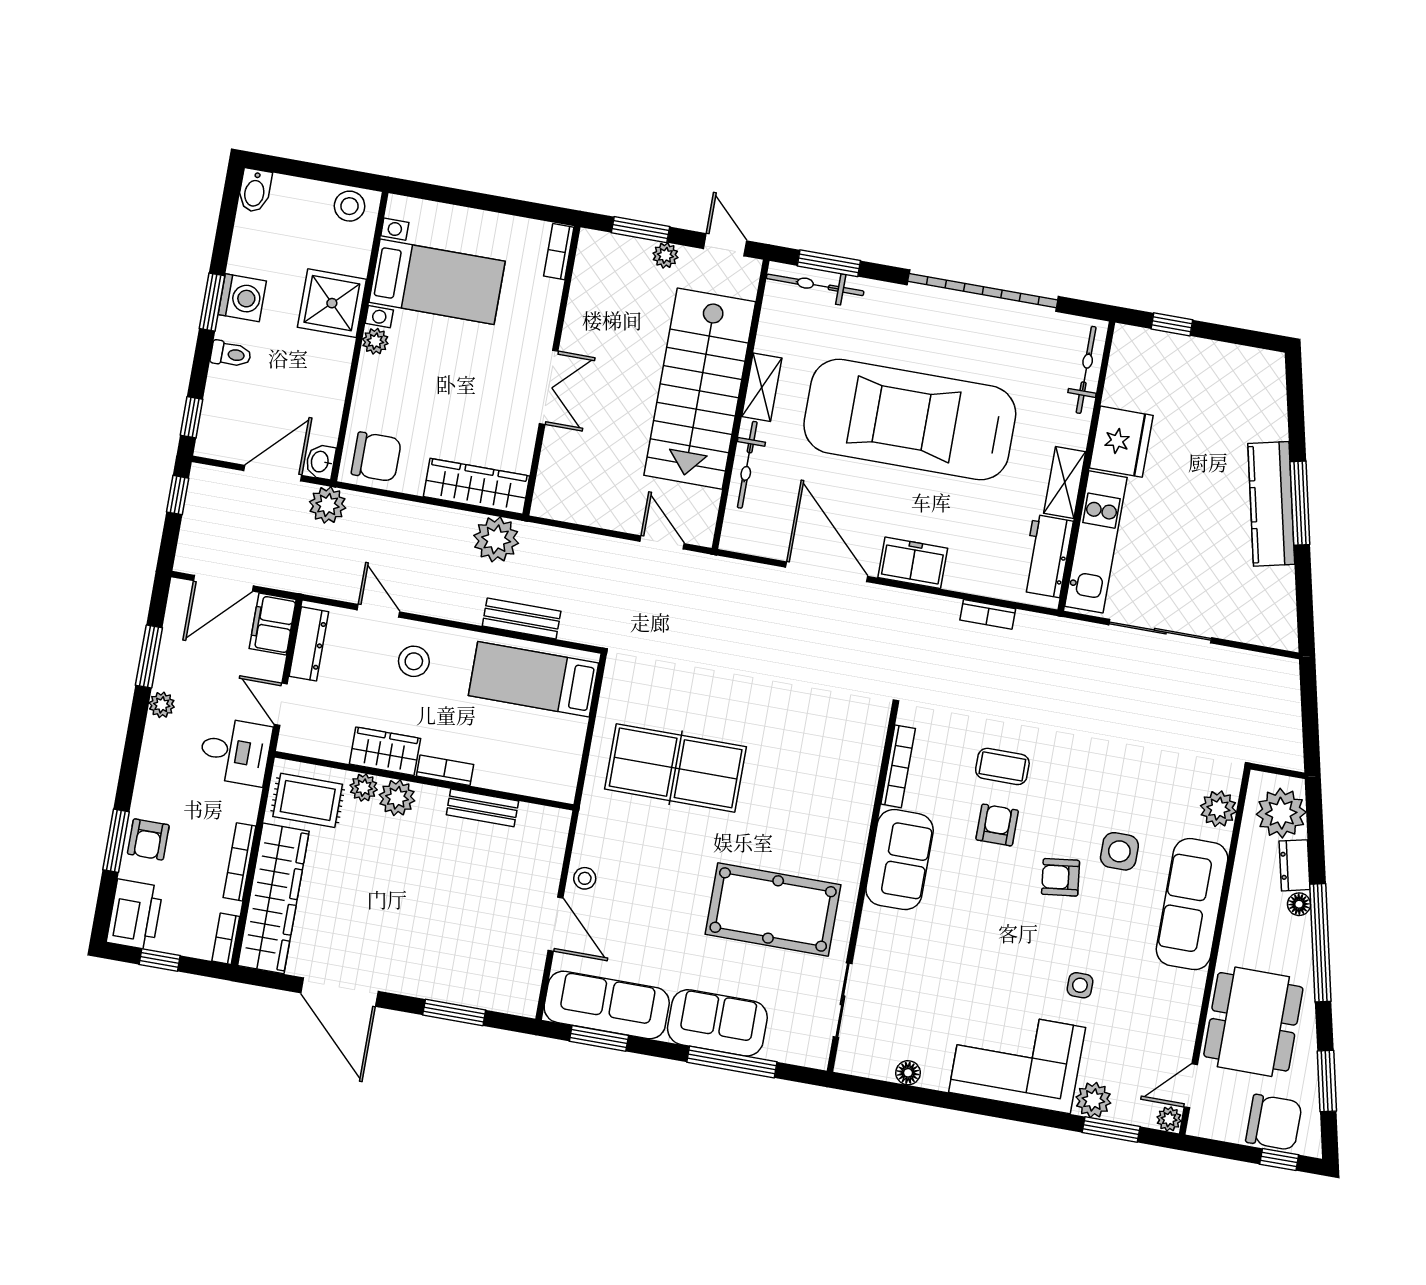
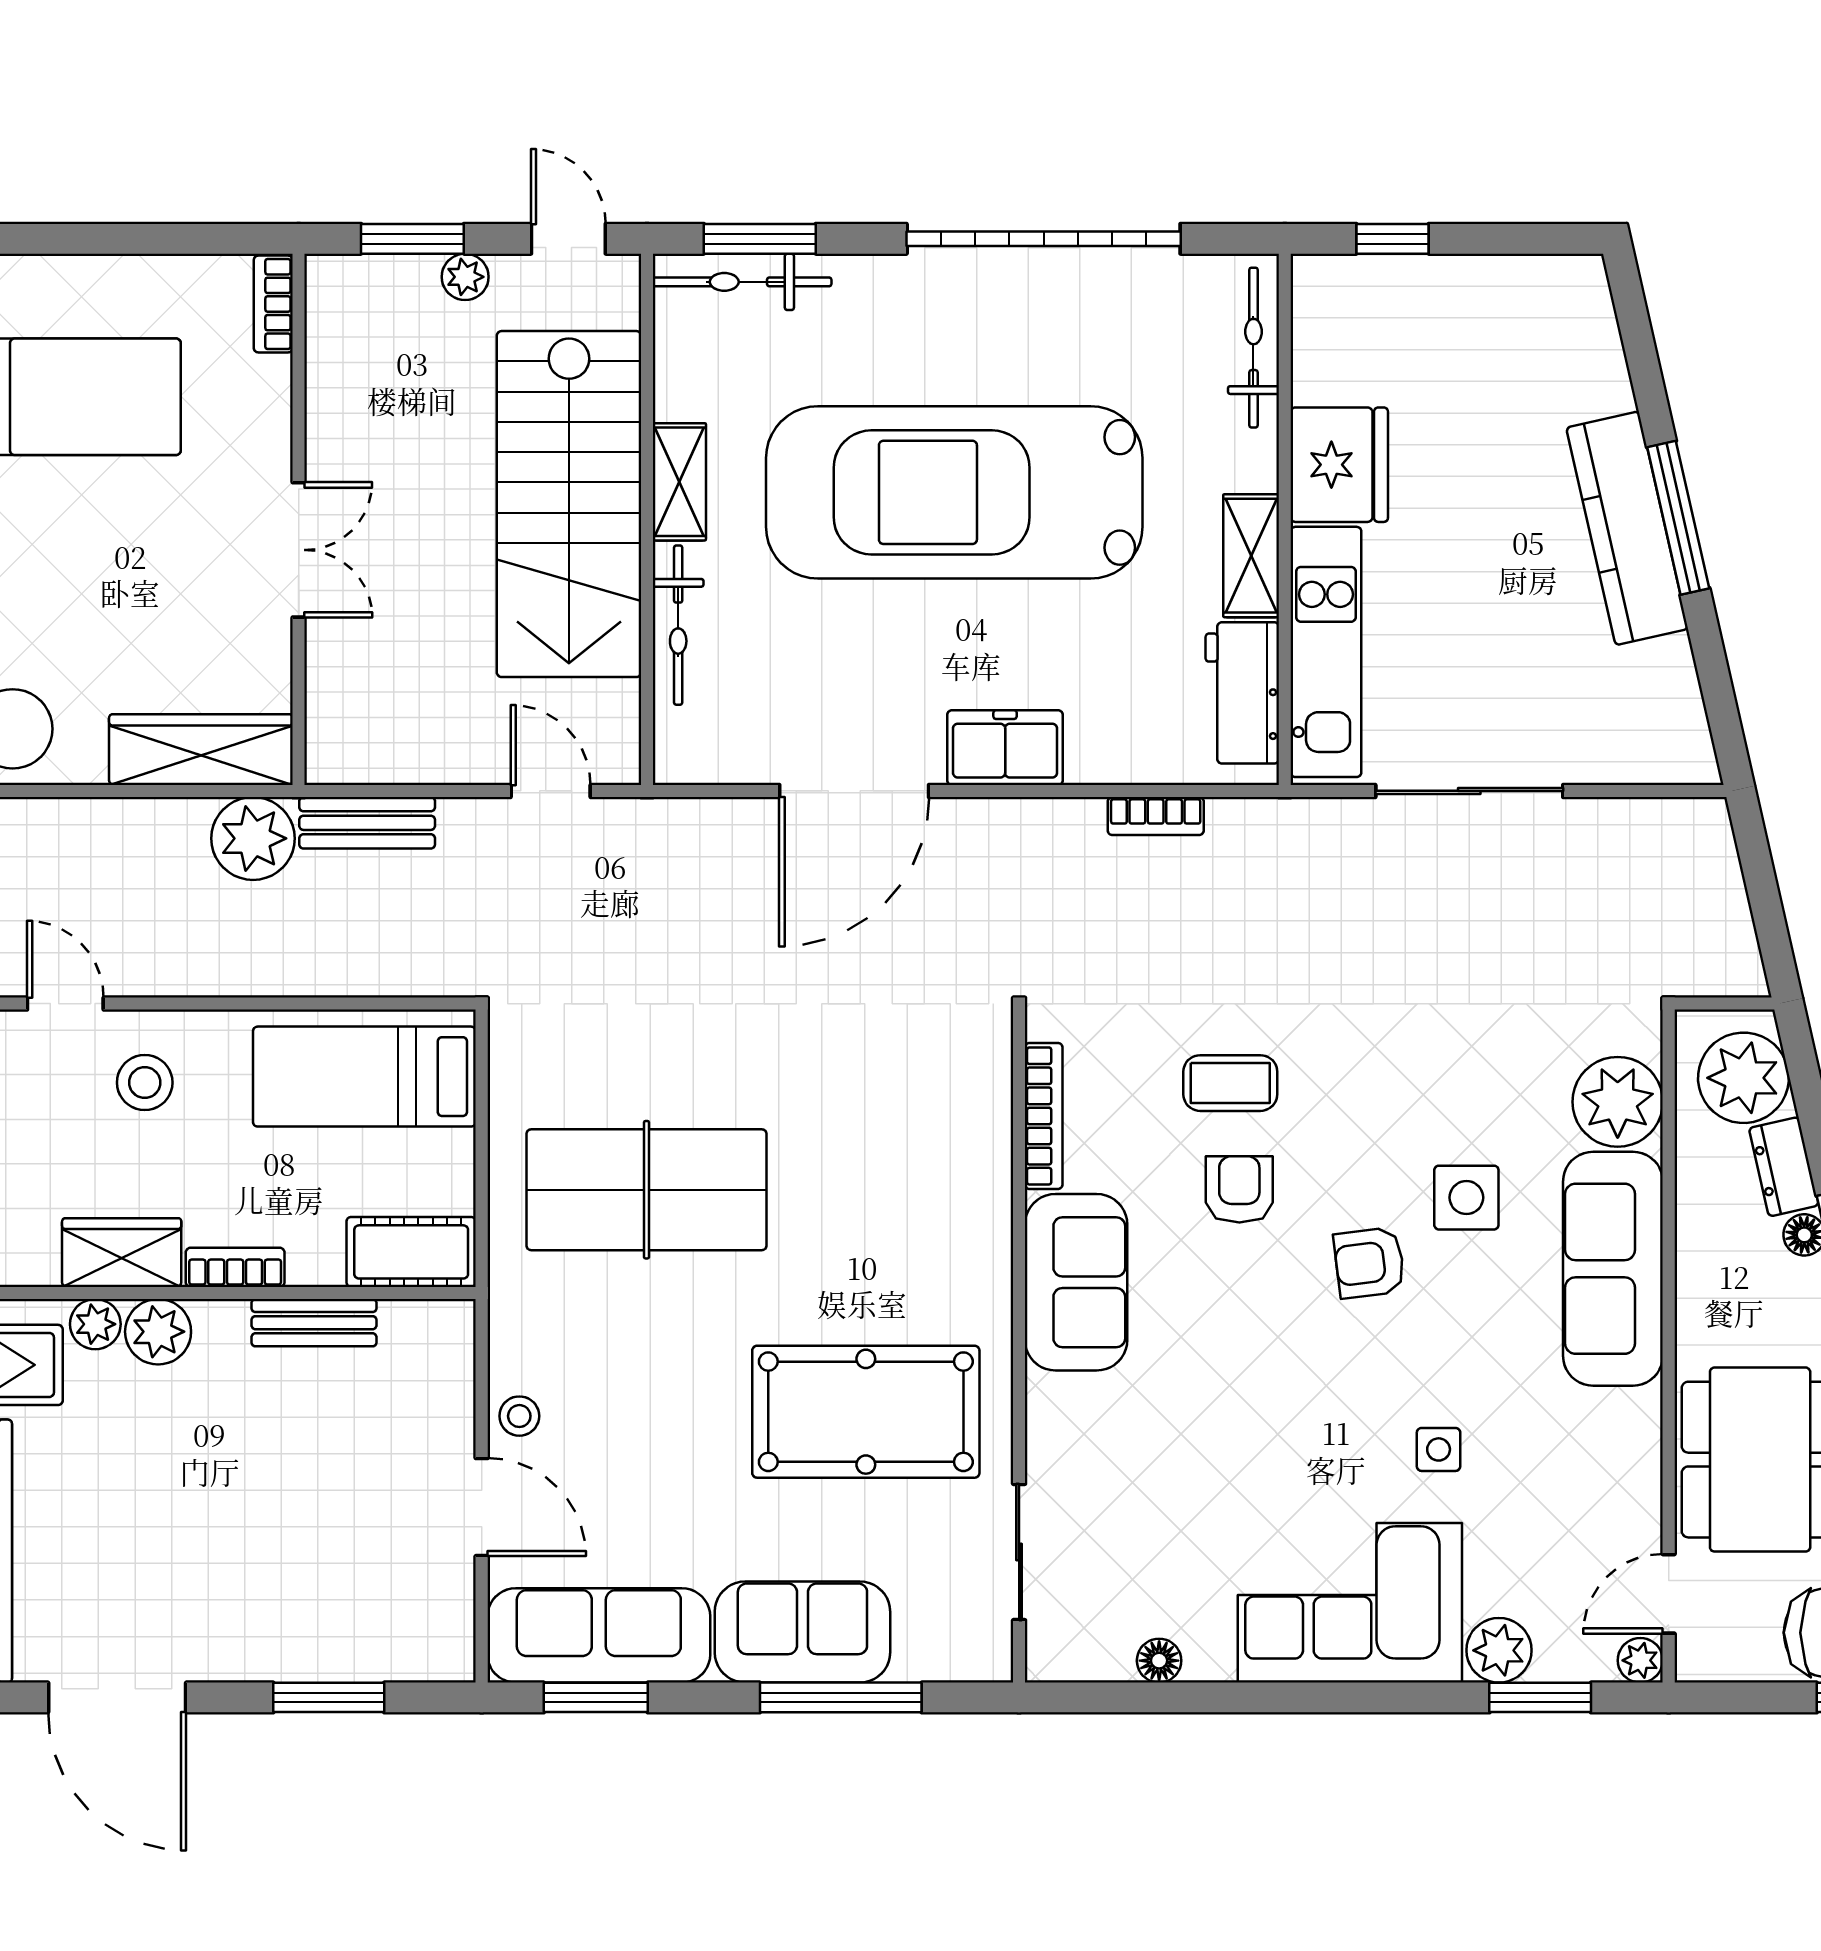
door: (827, 572) -> (854, 791), swing flipped
bench: (522, 619) -> (367, 823), moved
cot: (542, 779) -> (411, 1252), added
plant: (1218, 809) -> (1618, 1102), width x1.36, depth x1.36

